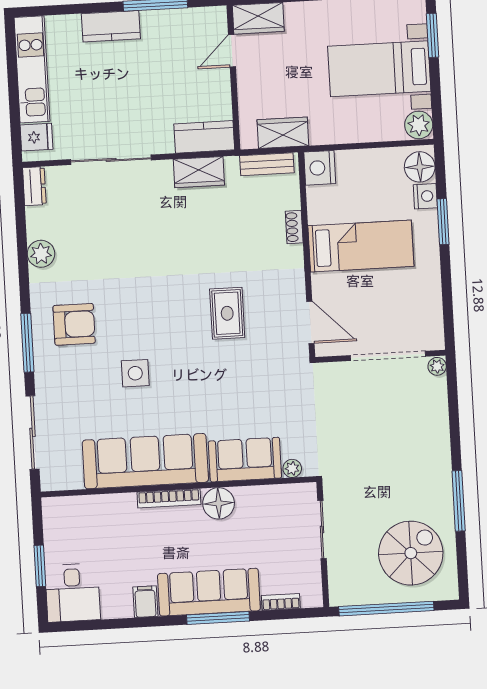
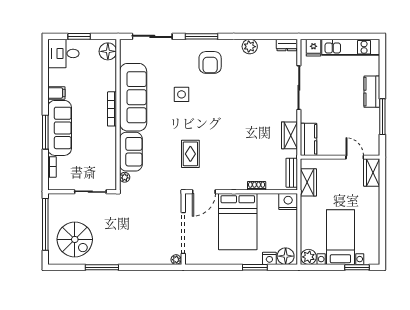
bed: (361, 246) -> (238, 222), width x1.50
rug: (227, 313) -> (190, 154), moved, turned 90
floor lamp: (219, 503) -> (108, 51), moved

